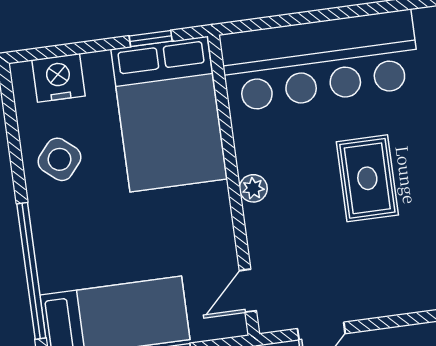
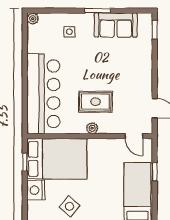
nightstand: (58, 78) -> (36, 190), moved
rug: (367, 178) -> (95, 102), moved

